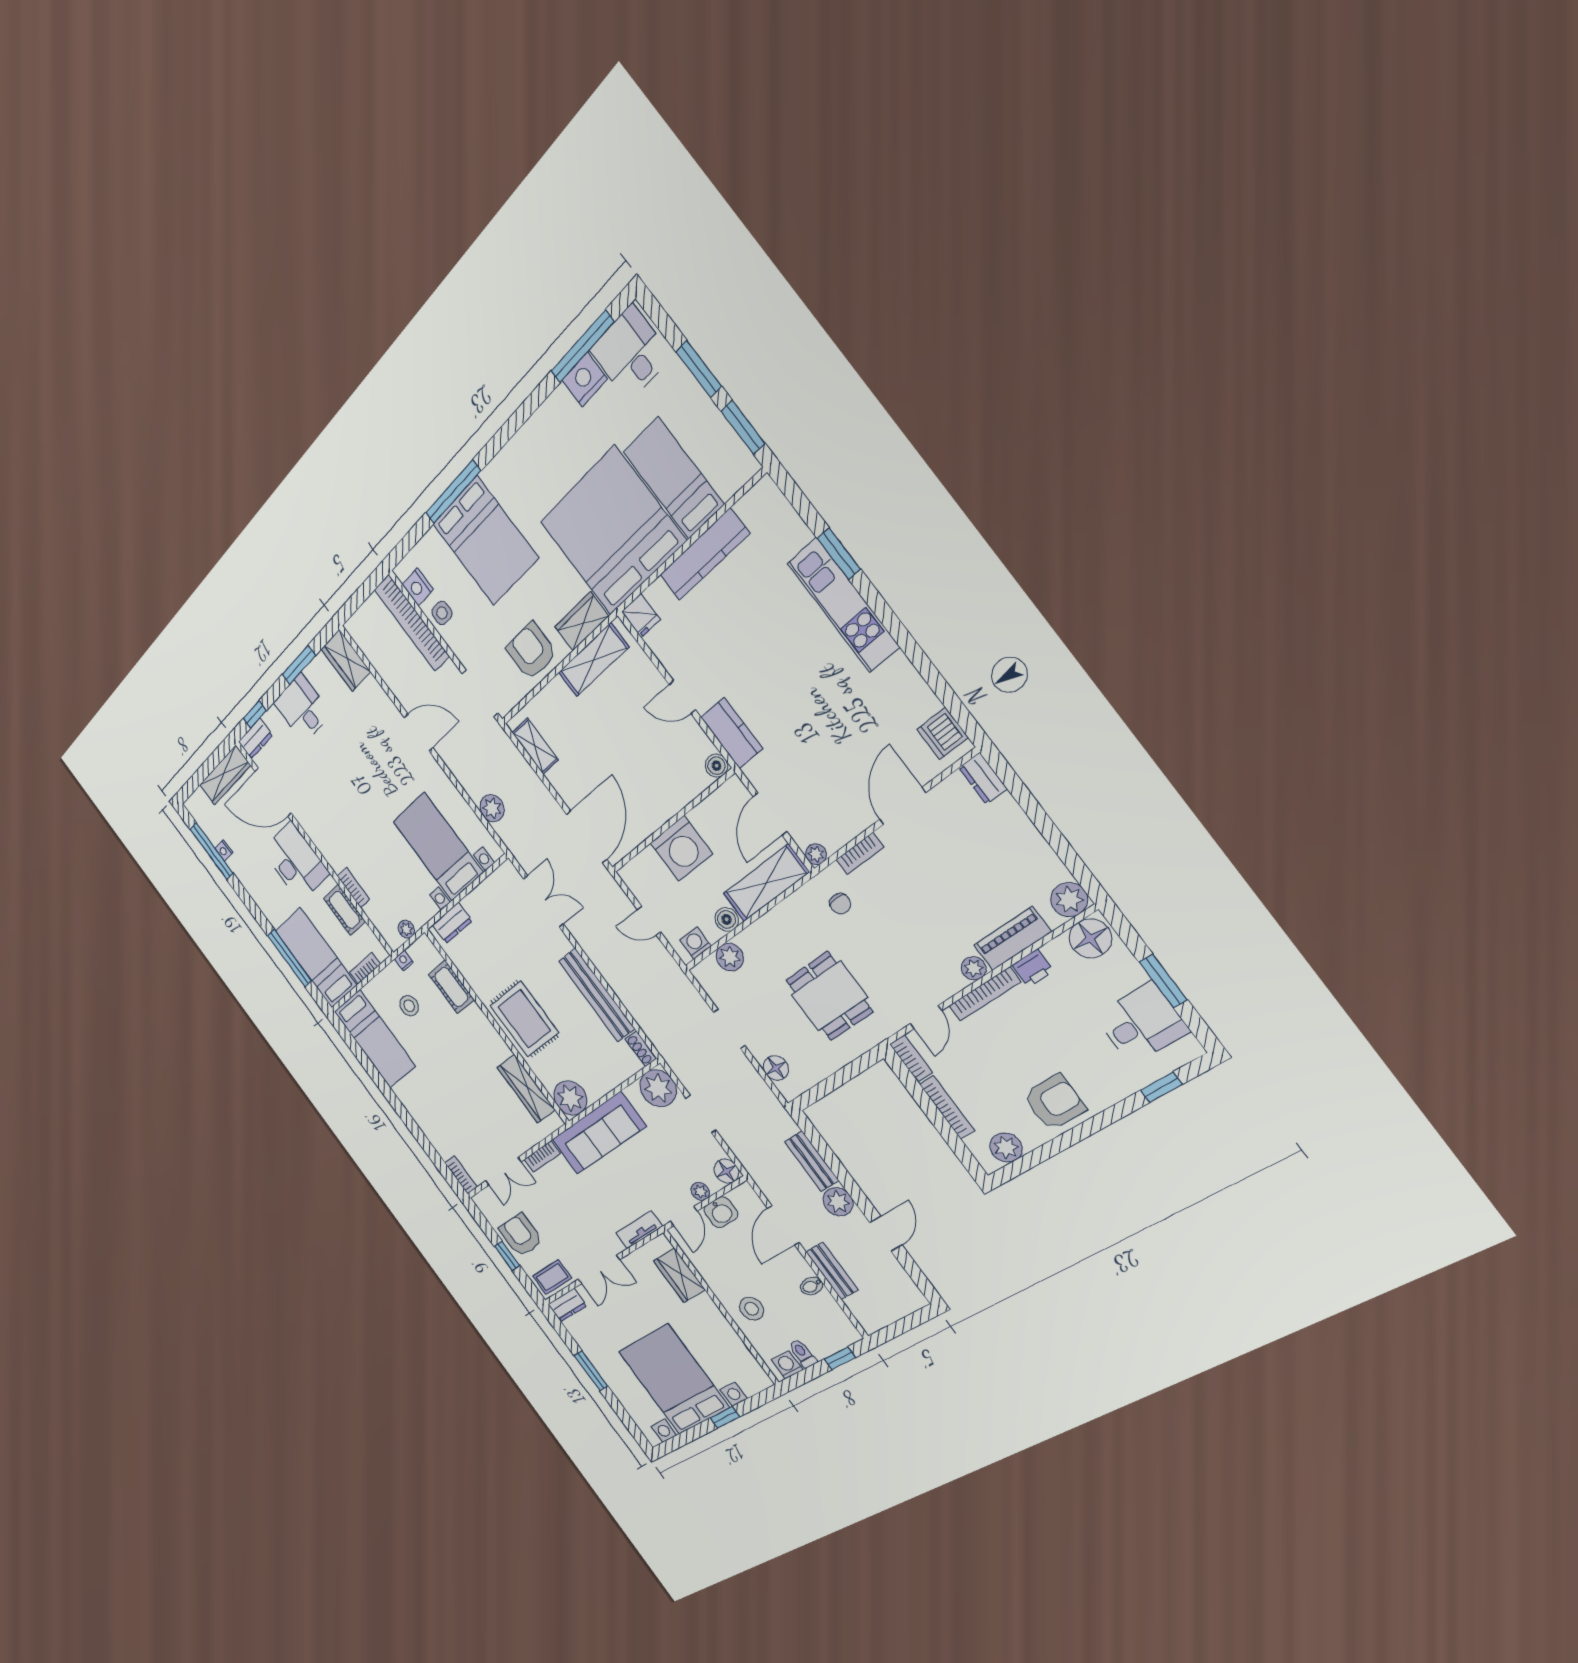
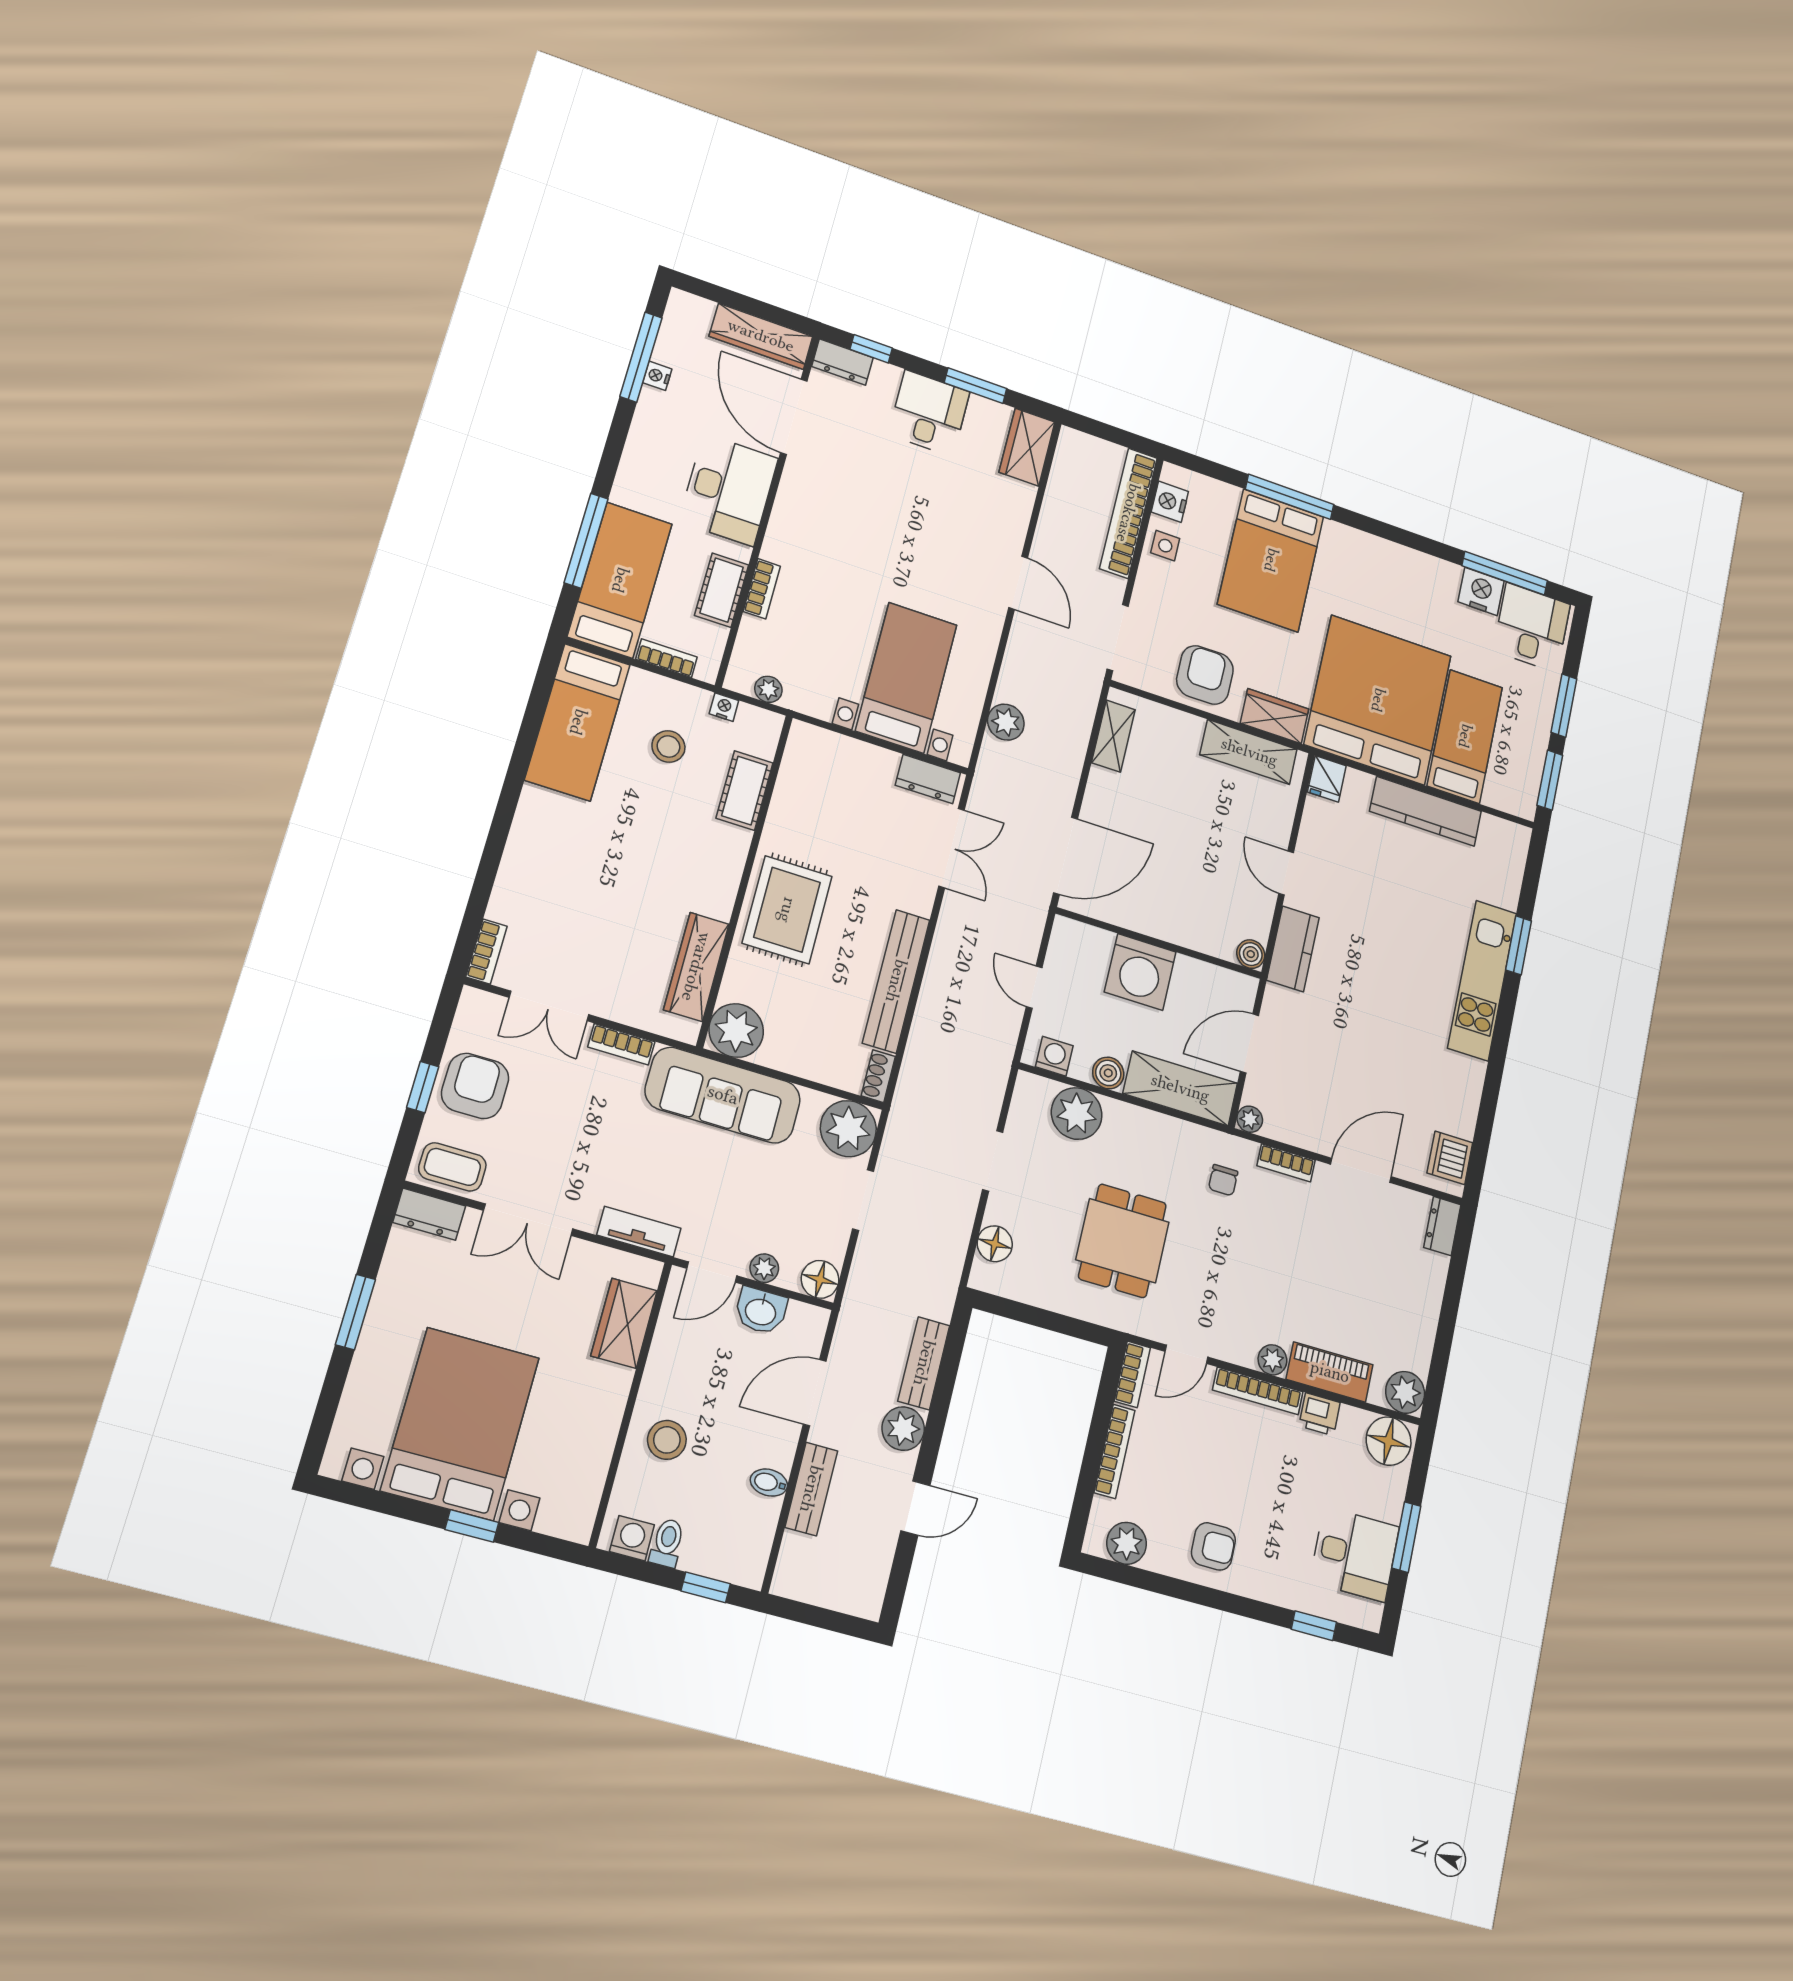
dresser: (452, 923) -> (928, 779), moved
plant: (730, 957) -> (1077, 1114), width x1.36, depth x1.36
armchair: (1054, 1102) -> (1213, 1546), width x0.72, depth x0.72

